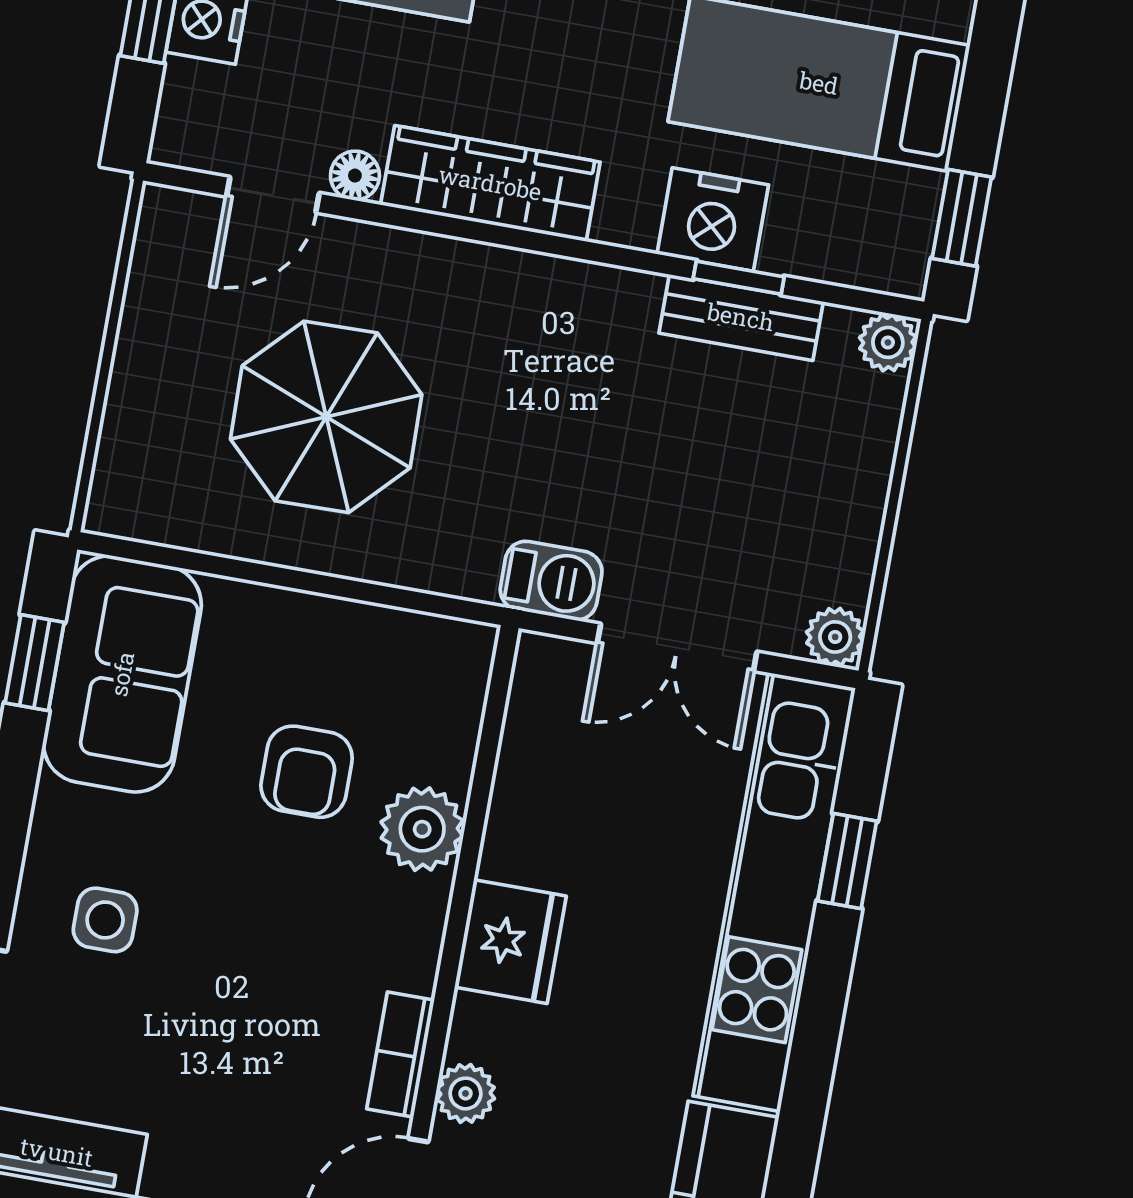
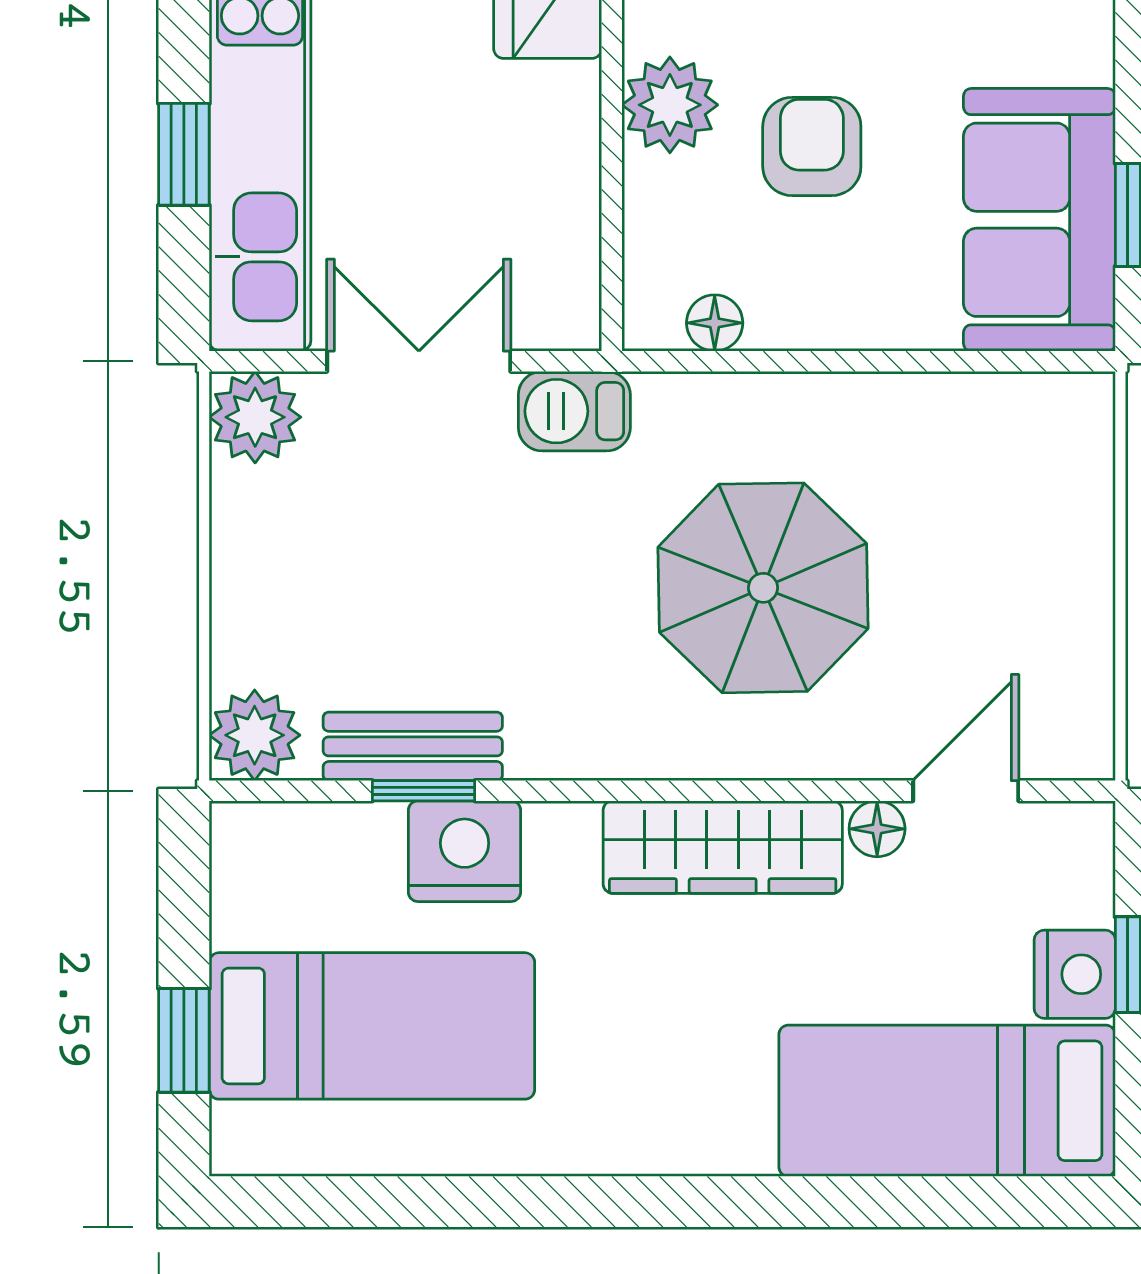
window: (962, 218) -> (184, 1040), moved
plant: (888, 342) -> (255, 735), width x1.38, depth x1.38
parasol: (326, 417) -> (763, 588), moved
floor lamp: (417, 635) -> (715, 323), added
plant: (835, 637) -> (255, 417), width x1.38, depth x1.38

